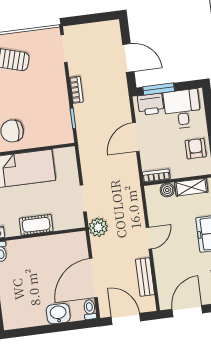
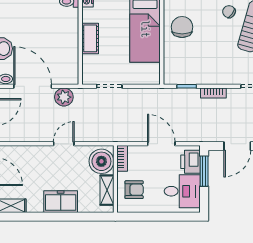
armchair: (196, 149) -> (134, 190), moved
boiler: (167, 190) -> (101, 161), width x1.86, depth x1.86
plant: (98, 227) -> (64, 97), moved
door: (149, 238) -> (64, 144), swing flipped
bench: (145, 277) -> (27, 135), removed

